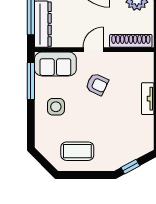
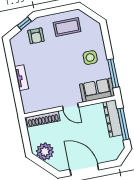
door: (93, 50) -> (70, 107), hinge flipped
armchair: (97, 84) -> (36, 36), moved, turned -115

